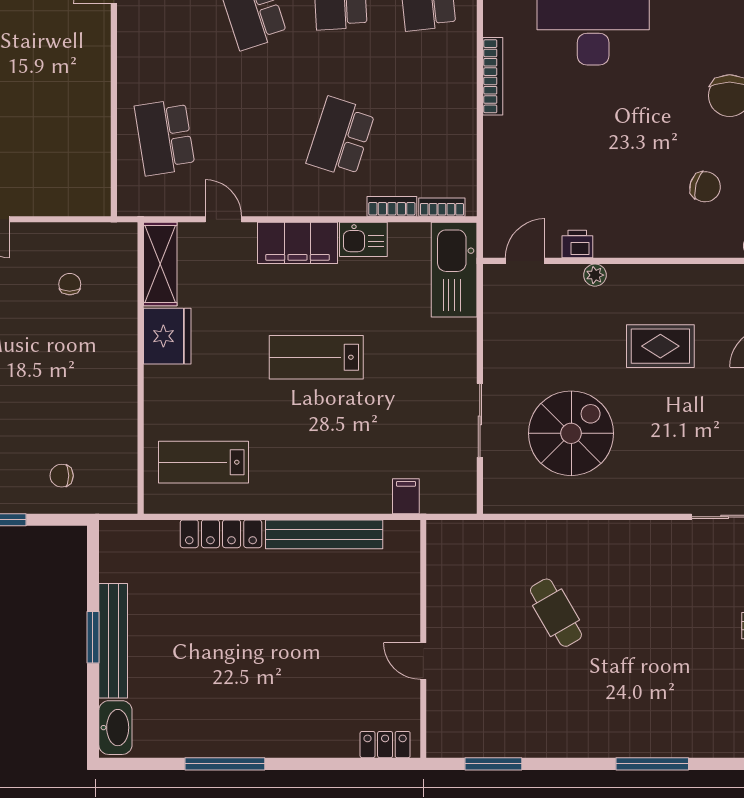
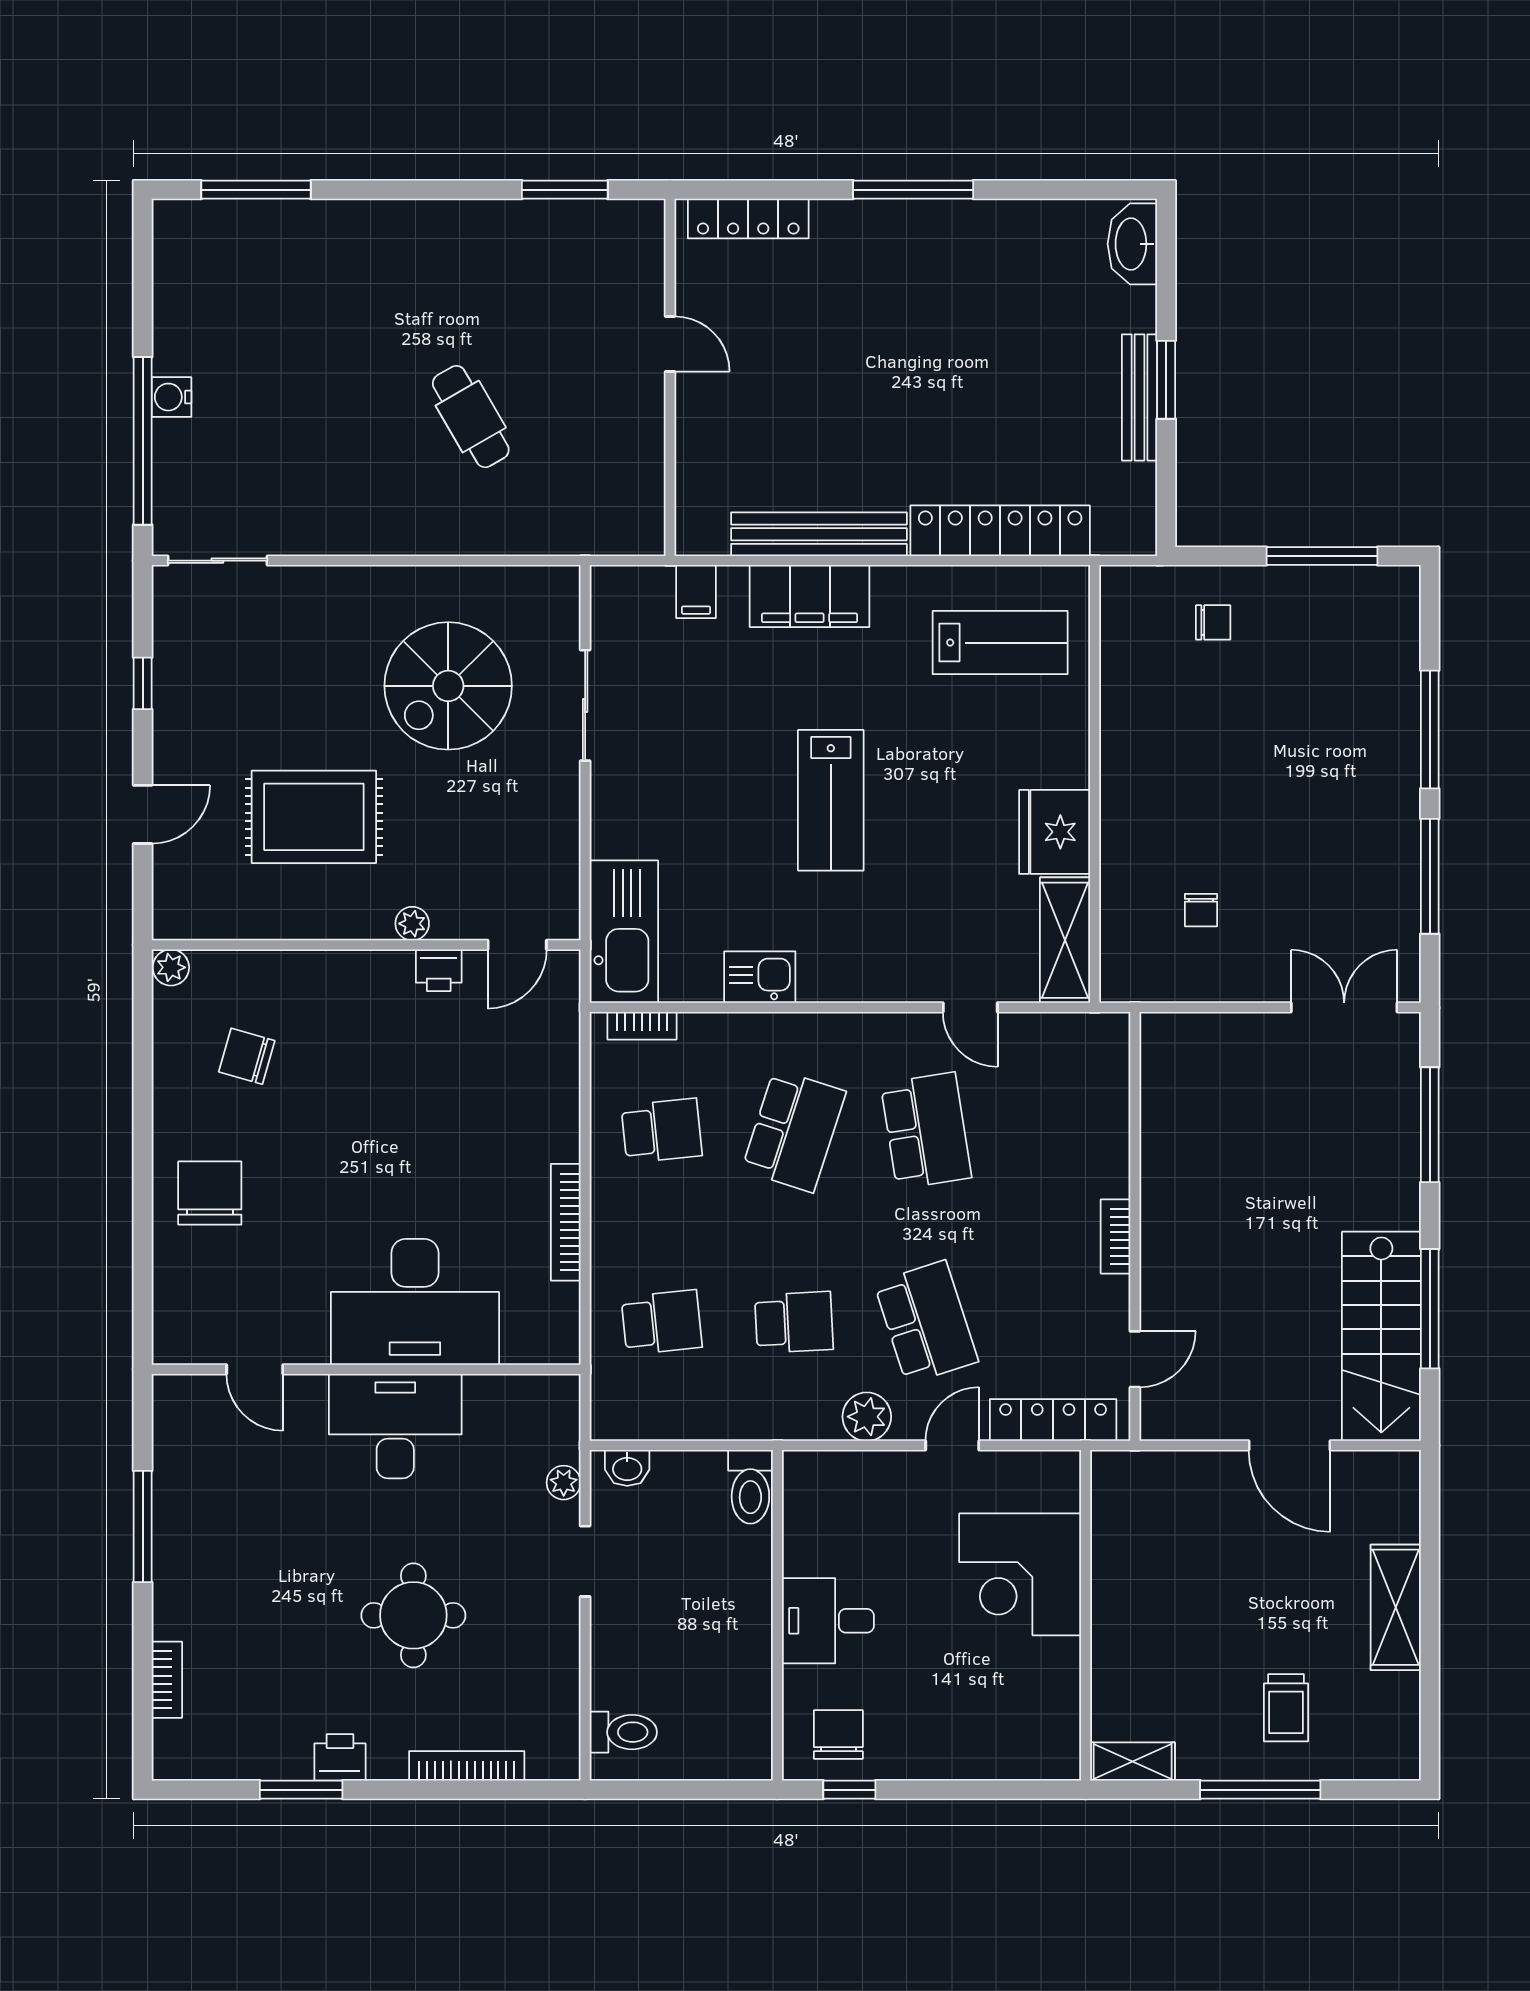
school desk: (165, 137) -> (926, 1131), moved
school desk: (429, 137) -> (662, 1131), added
bookcase: (392, 206) -> (1116, 1236), moved, turned 90
filing cabinet: (297, 243) -> (810, 596), moved, turned 180
rug: (660, 346) -> (314, 817), width x1.36, depth x1.43
lab bench: (316, 357) -> (831, 800), turned 90
locker: (221, 534) -> (1000, 531), width x1.41, depth x1.21
bench: (113, 641) -> (1140, 397), width x0.73, depth x0.82
locker: (385, 745) -> (748, 218), width x1.53
window: (225, 764) -> (913, 190), moved
window: (652, 764) -> (256, 190), moved

